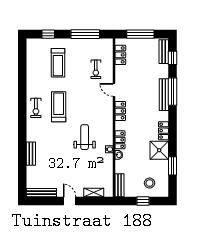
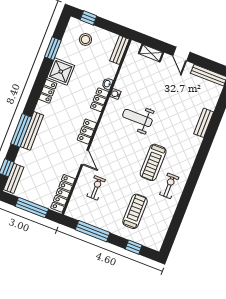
locker: (120, 55) -> (63, 193), width x1.53
exercise bike: (36, 108) -> (169, 186), moved
weight bench: (85, 137) -> (137, 118), turned 90
window: (143, 201) -> (88, 18), moved

